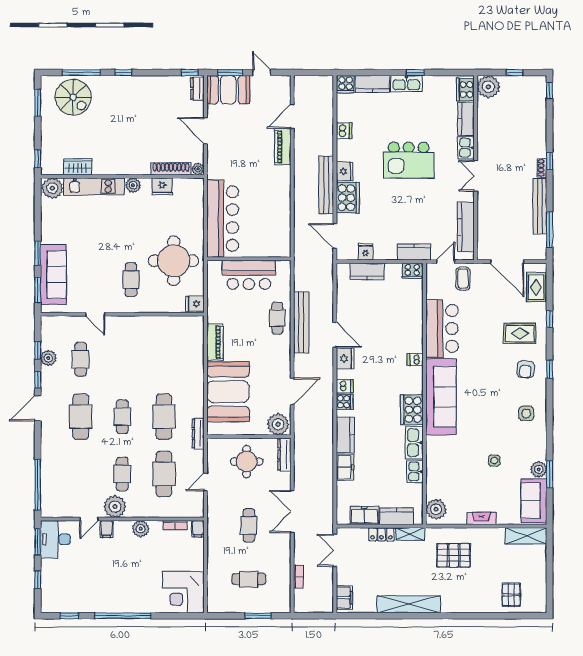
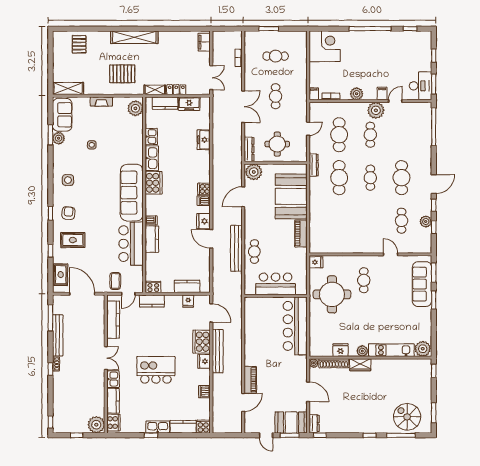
wardrobe: (78, 167) -> (360, 365), moved
kitchen counter: (345, 435) -> (152, 239), moved, turned 180
shelving: (409, 604) -> (134, 37), moved

